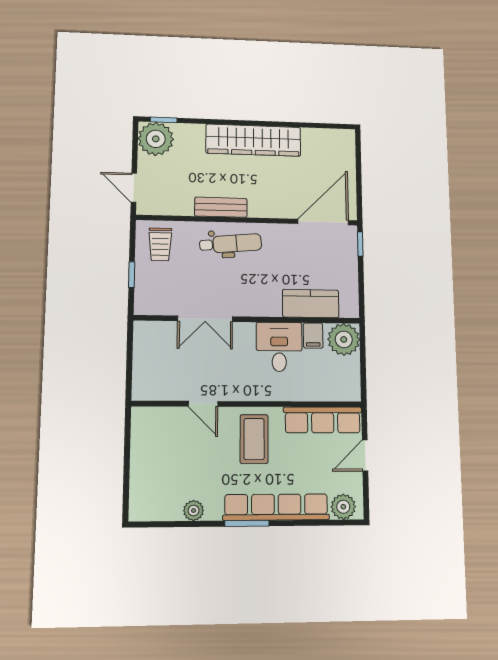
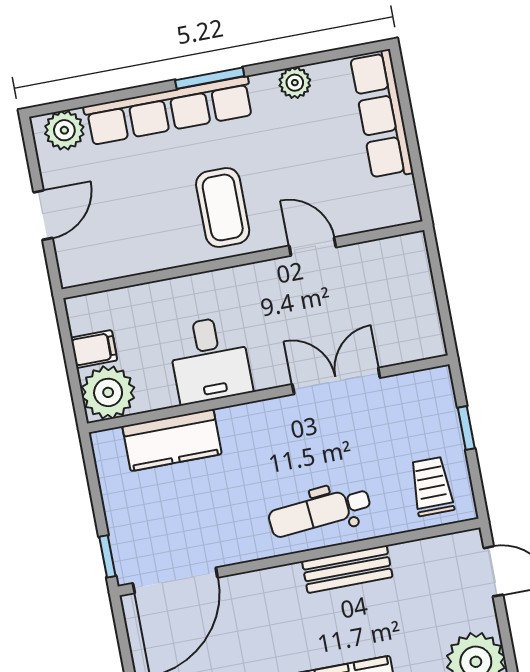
filing cabinet: (313, 336) -> (94, 349), moved, turned 90
row of seats: (323, 420) -> (382, 115), moved, turned -90

